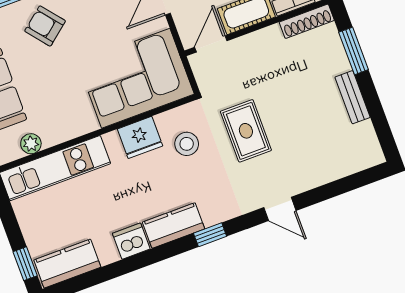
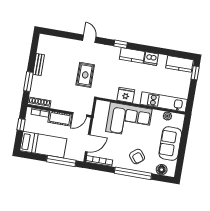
corner sofa: (136, 78) -> (129, 120), moved
stool: (187, 144) -> (110, 83), removed

